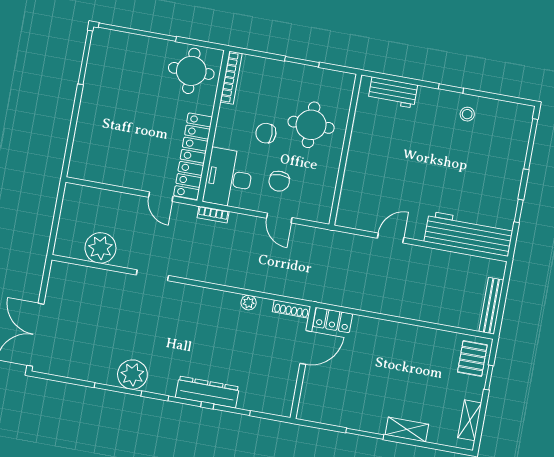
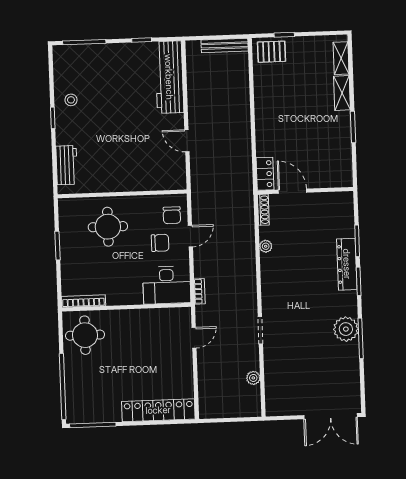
chair: (266, 133) -> (172, 215), moved
locker: (193, 156) -> (158, 410), moved, turned 180
plant: (100, 248) -> (253, 378), width x0.53, depth x0.53
shelving: (470, 420) -> (341, 58), moved, turned 90

